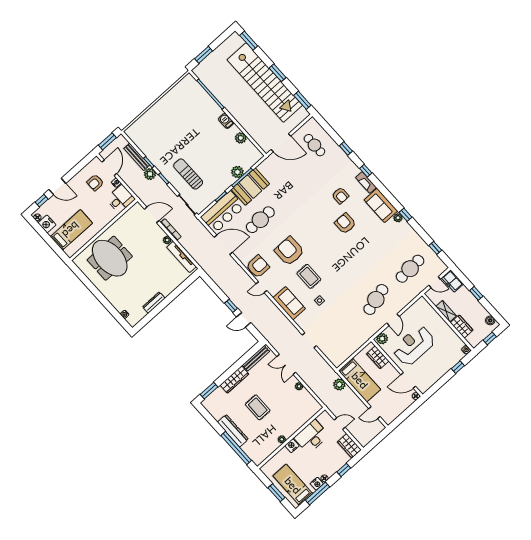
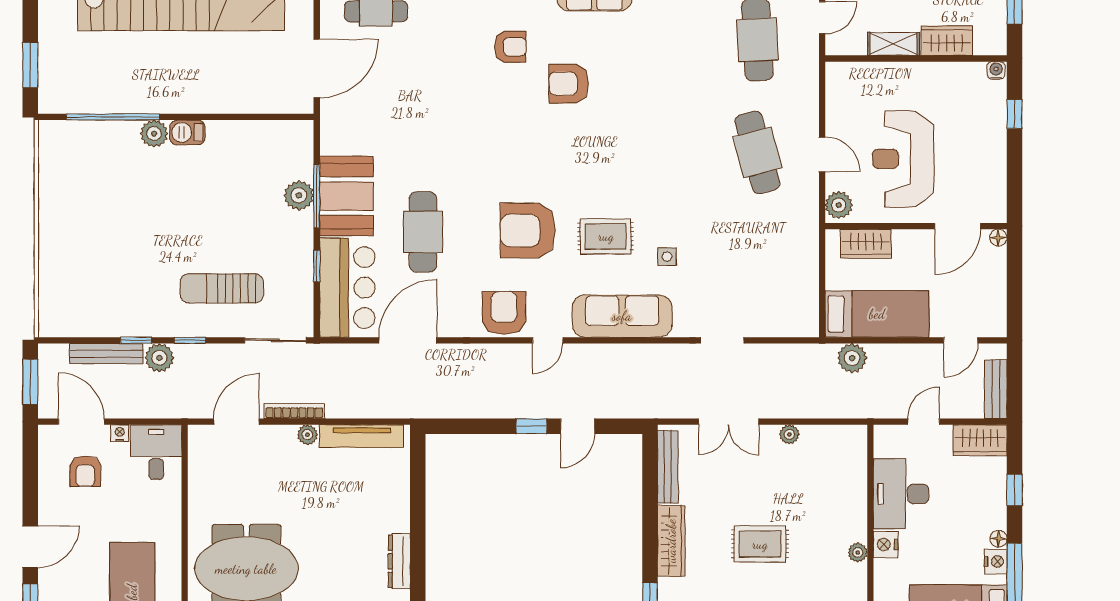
plant: (241, 138) -> (154, 134), moved
sofa: (289, 303) -> (622, 316), width x1.36
bench: (369, 437) -> (996, 389), added

